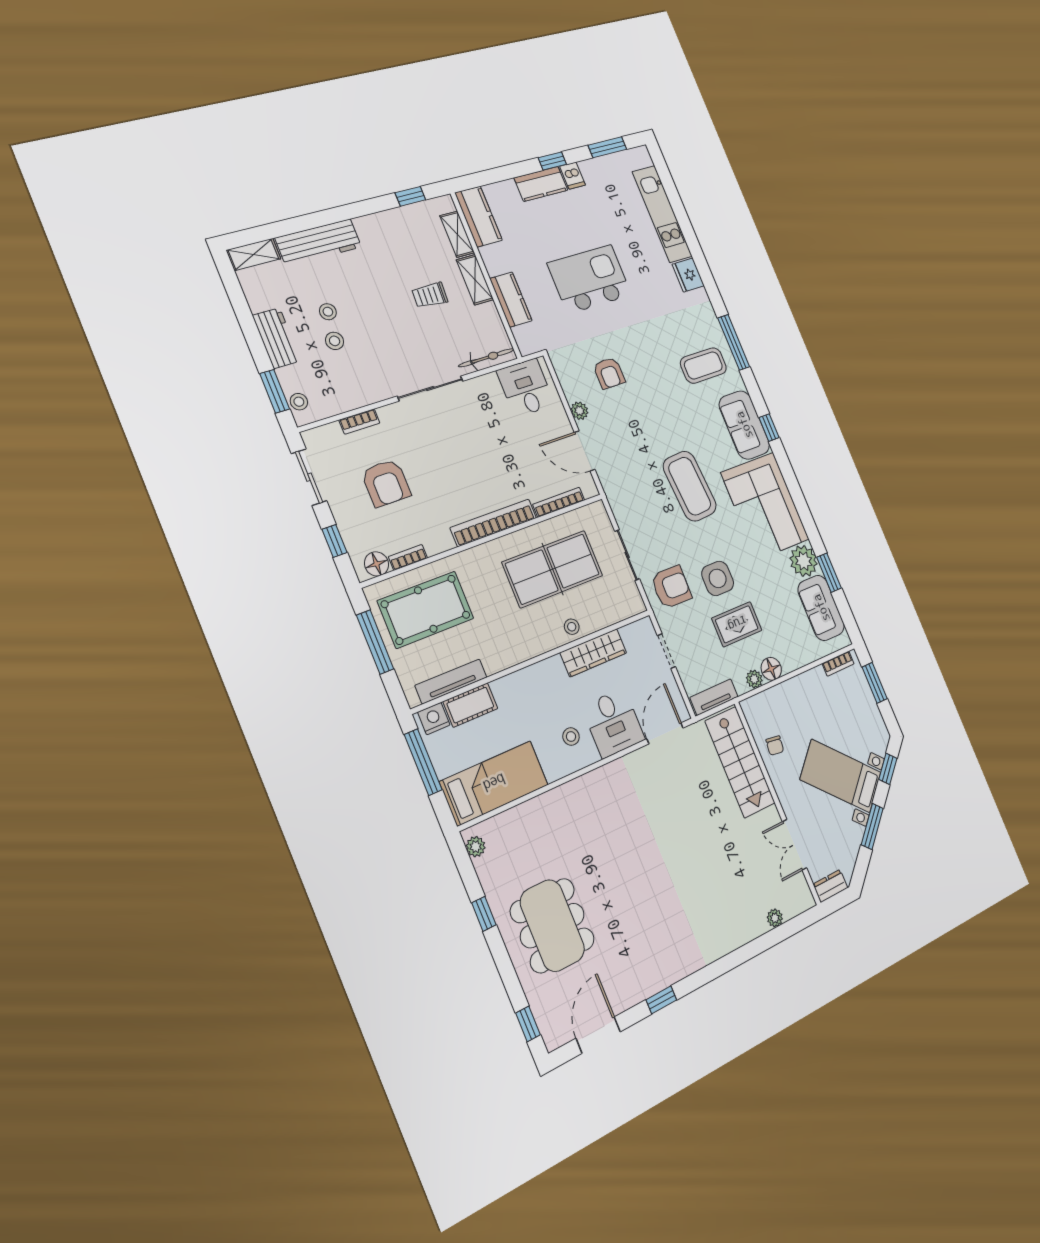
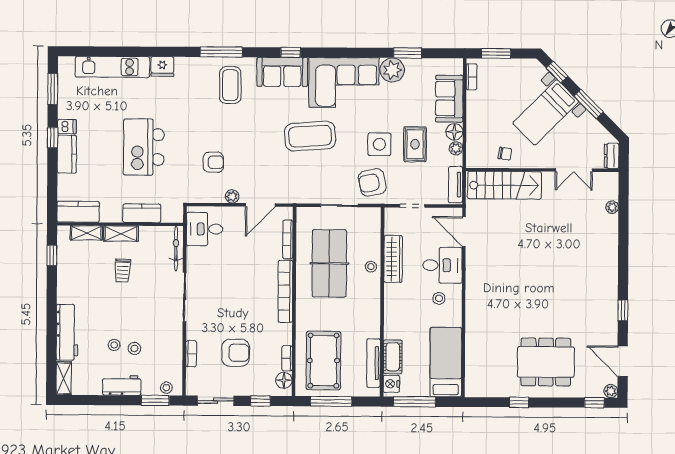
armchair: (671, 587) -> (372, 182), turned -103
sofa: (821, 608) -> (449, 99), moved, turned 90
plant: (476, 847) -> (611, 391), moved

